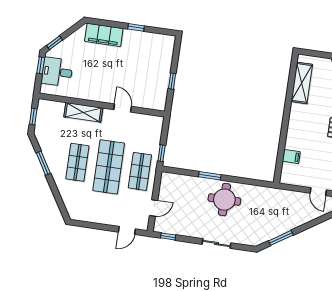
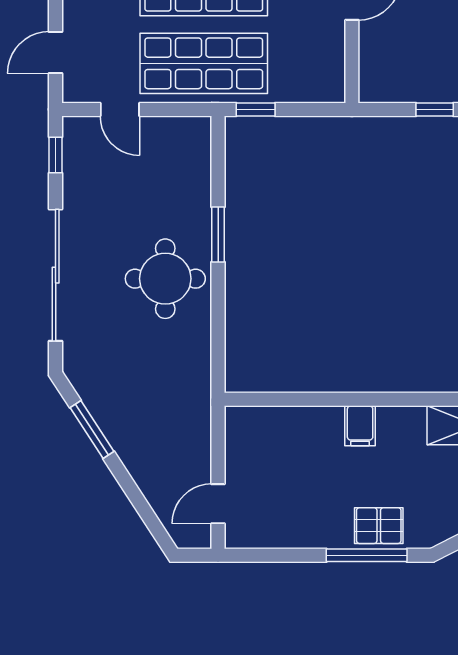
filing cabinet: (291, 156) -> (360, 426), moved
shop shelf: (140, 171) -> (204, 63), width x1.43, depth x1.36
door: (127, 230) -> (56, 53), hinge flipped
sliding door: (217, 244) -> (56, 275), width x1.86

